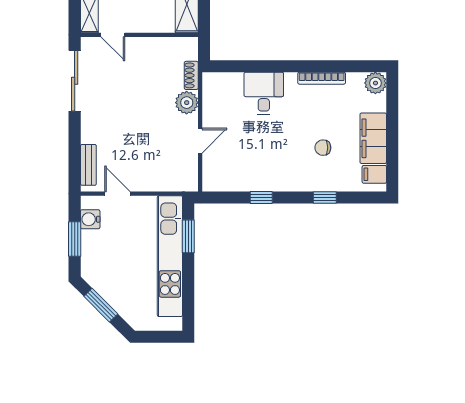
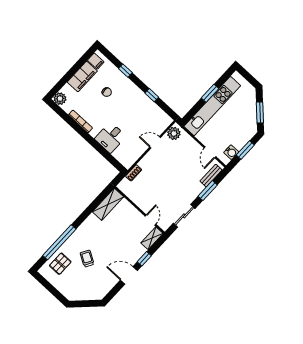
sliding door: (75, 81) -> (184, 216), width x0.73
plant: (187, 103) -> (174, 133), moved
window: (75, 142) -> (208, 191), added
window: (188, 236) -> (210, 93), moved

